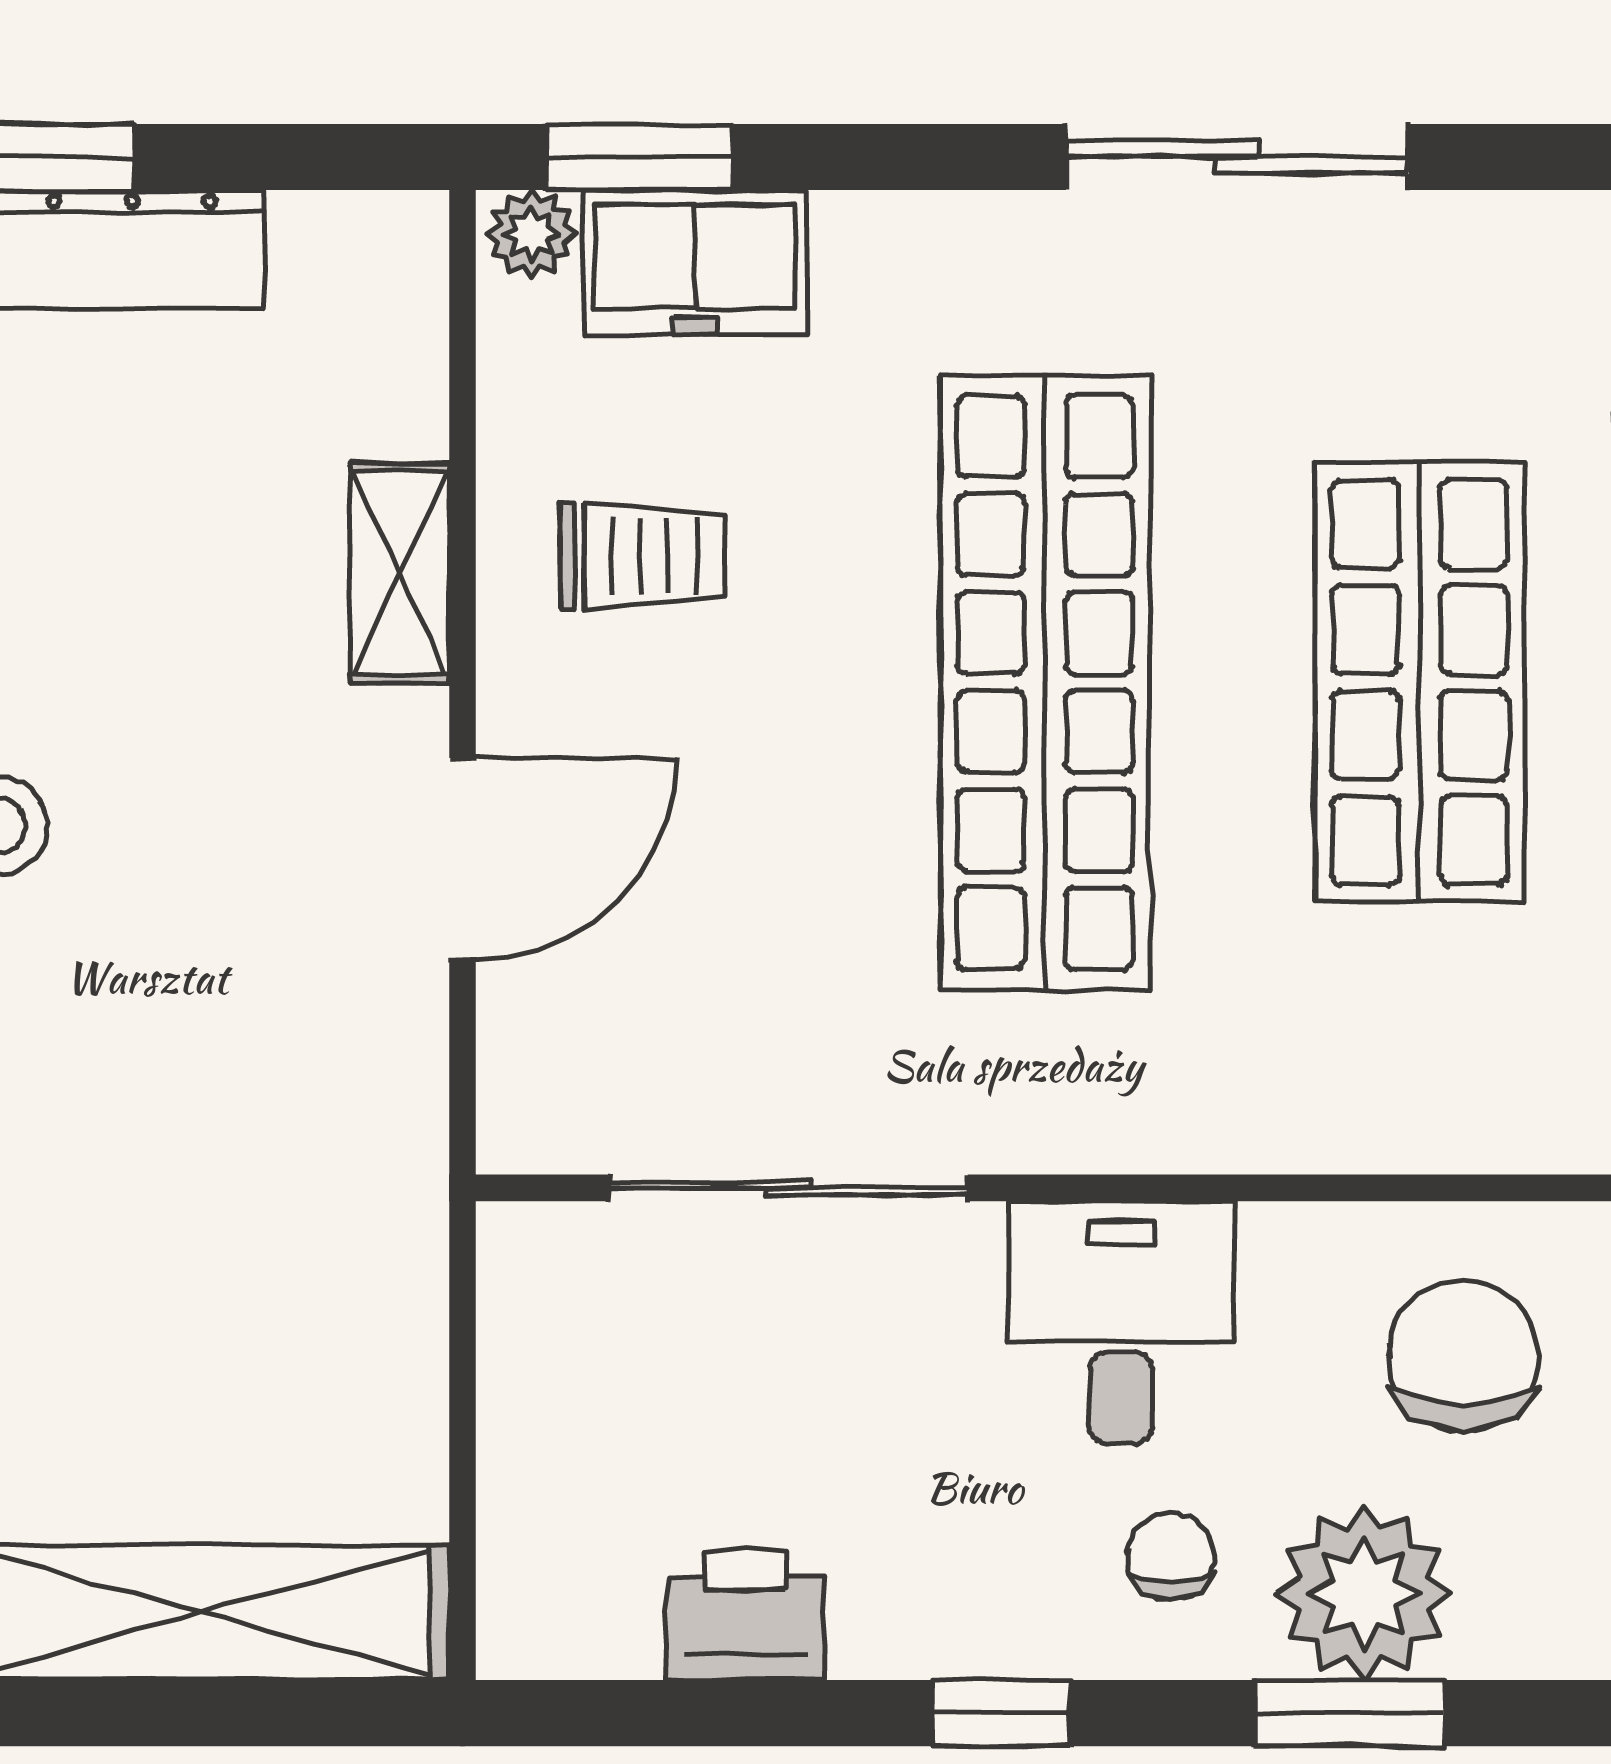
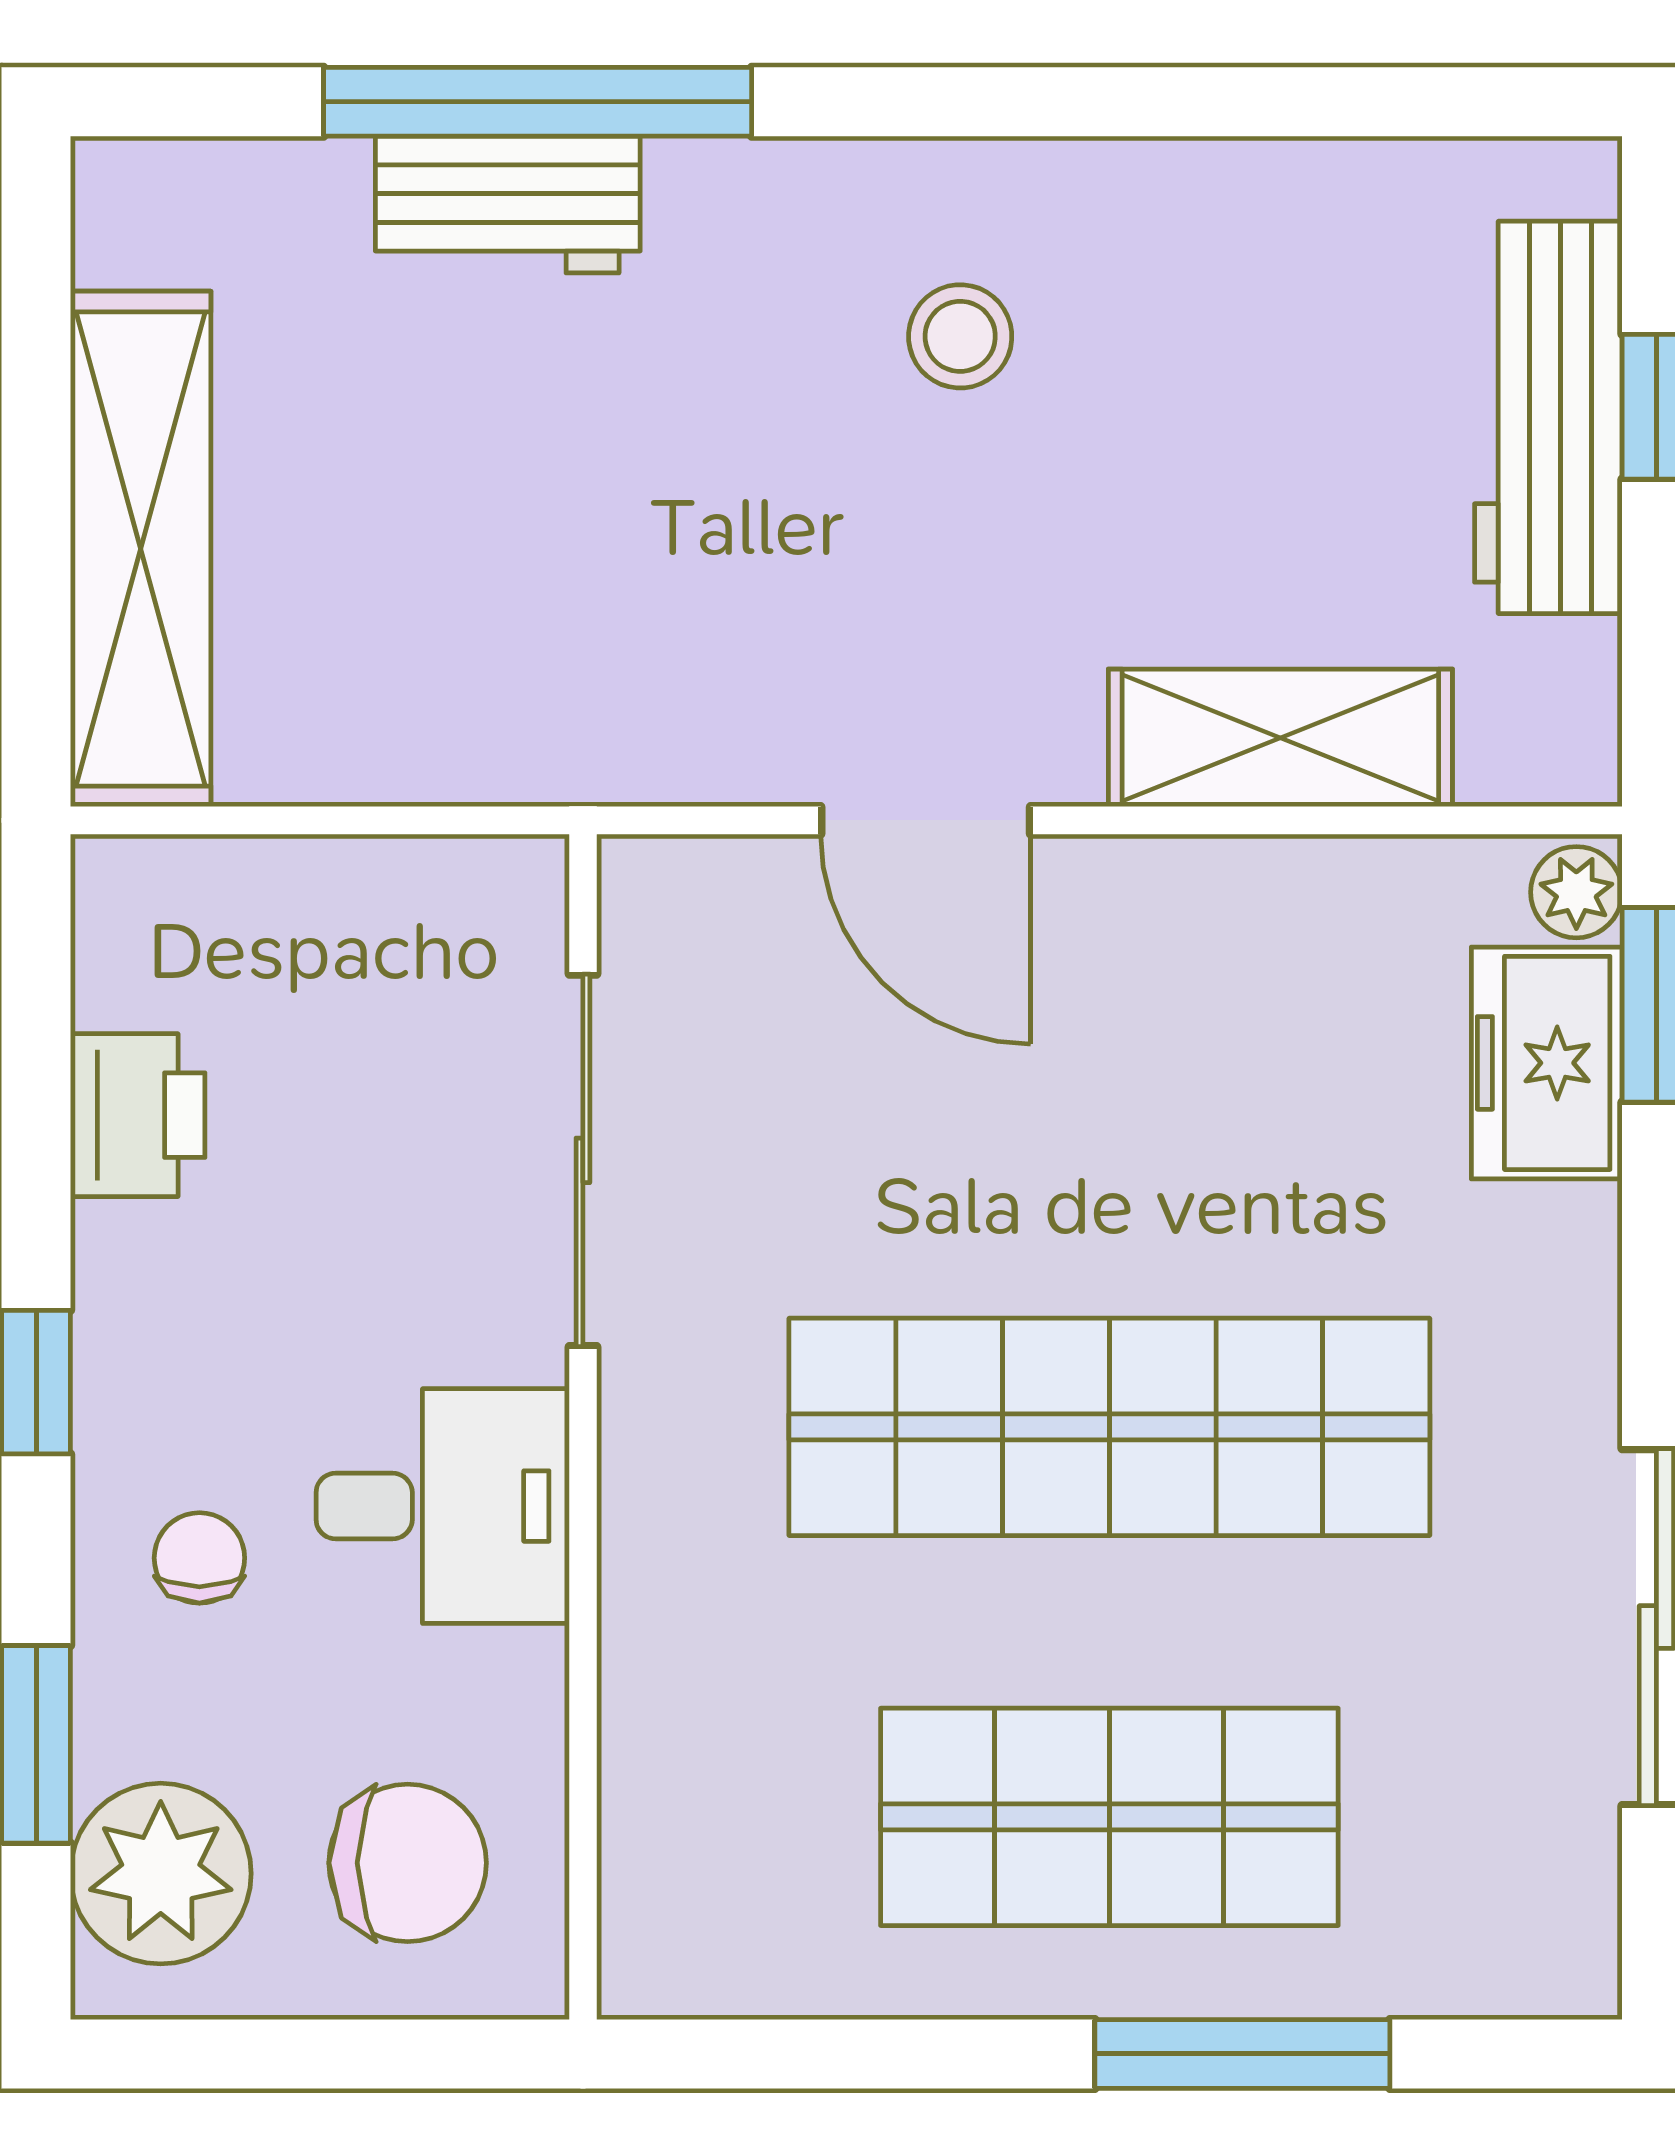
trolley: (643, 556) -> (1241, 1008), removed
shelving: (400, 573) -> (1280, 738), width x1.50, depth x1.33
chair: (1171, 1556) -> (199, 1558), turned -89
plant: (1364, 1593) -> (161, 1874), moved

